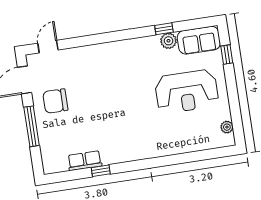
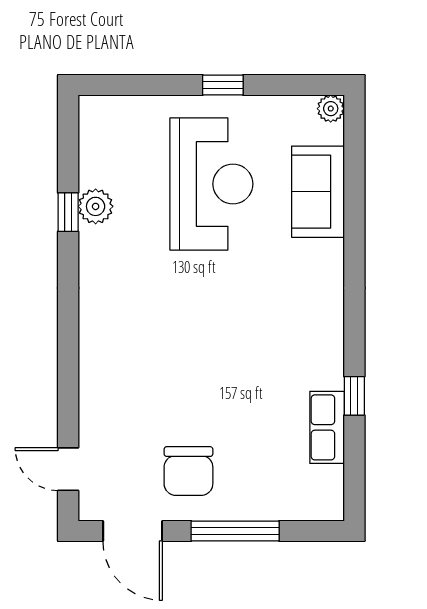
sofa: (199, 40) -> (318, 192), moved, turned 180
window: (227, 54) -> (223, 85), moved
plant: (227, 127) -> (331, 109), moved

